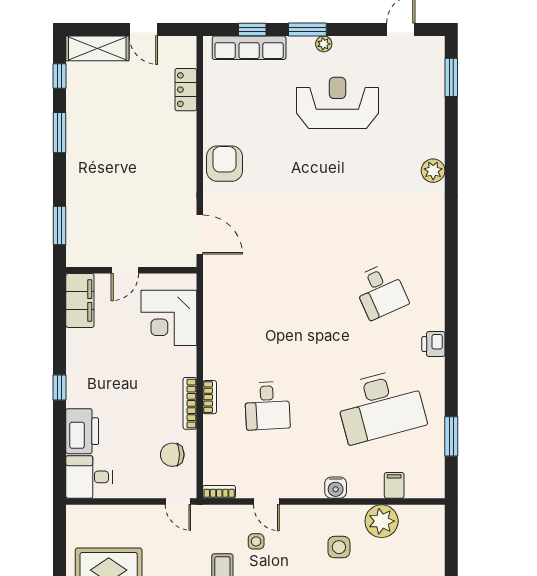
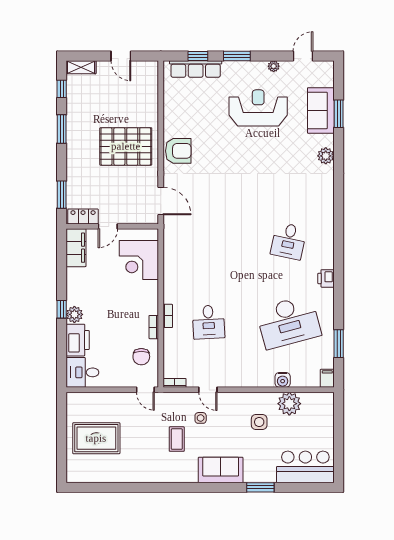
plant: (324, 44) -> (274, 66), moved
shelving: (97, 48) -> (81, 67), width x0.67, depth x0.75
window: (451, 77) -> (339, 114), moved
locker: (186, 90) -> (83, 216), moved, turned 90
sofa: (426, 106) -> (321, 110), added
pallet: (150, 157) -> (126, 146), added
armchair: (224, 164) -> (178, 151), turned 90
desk: (381, 291) -> (289, 241), turned 36
plant: (78, 395) -> (74, 314), added
bookcase: (190, 403) -> (154, 327), width x0.64
chair: (172, 455) -> (141, 357), turned -90
filing cabinet: (394, 485) -> (327, 378), moved
water cooler: (336, 488) -> (283, 380), moved

